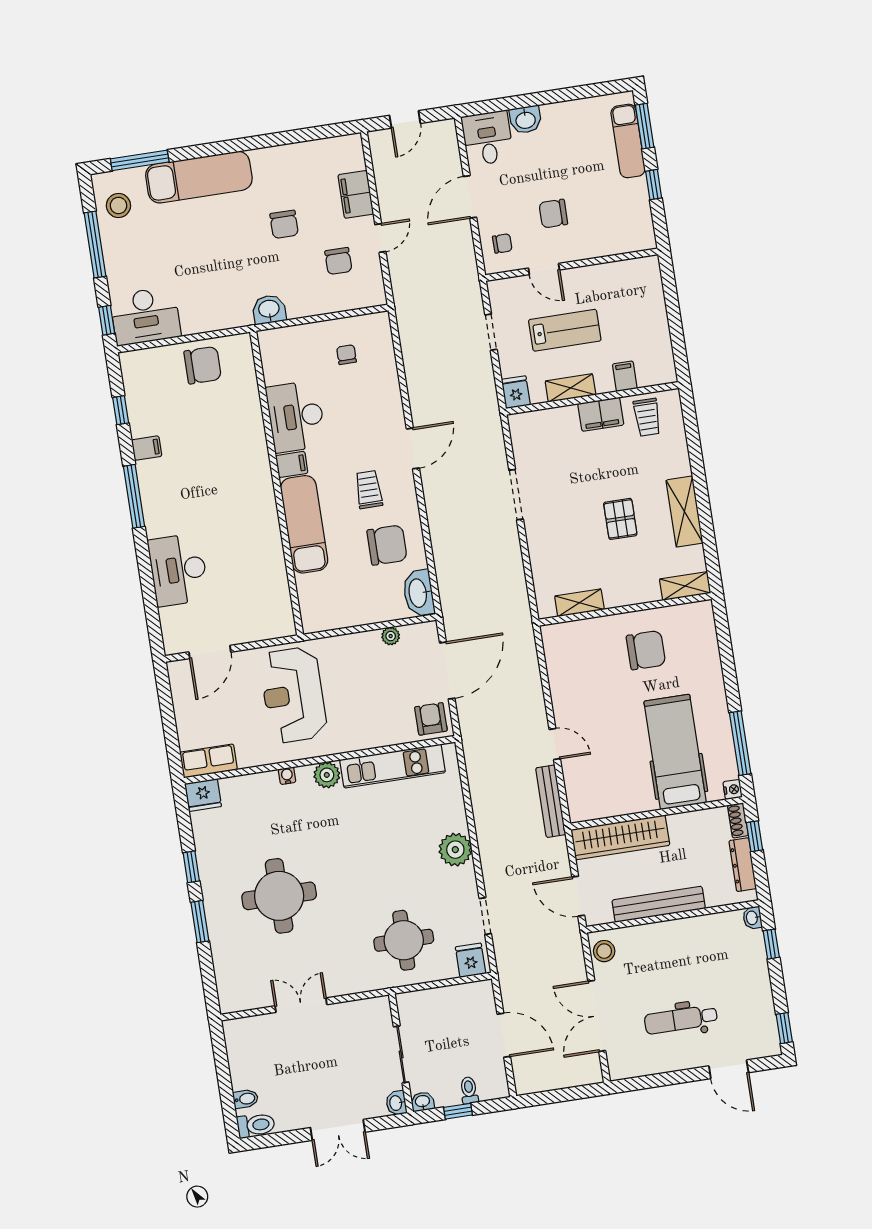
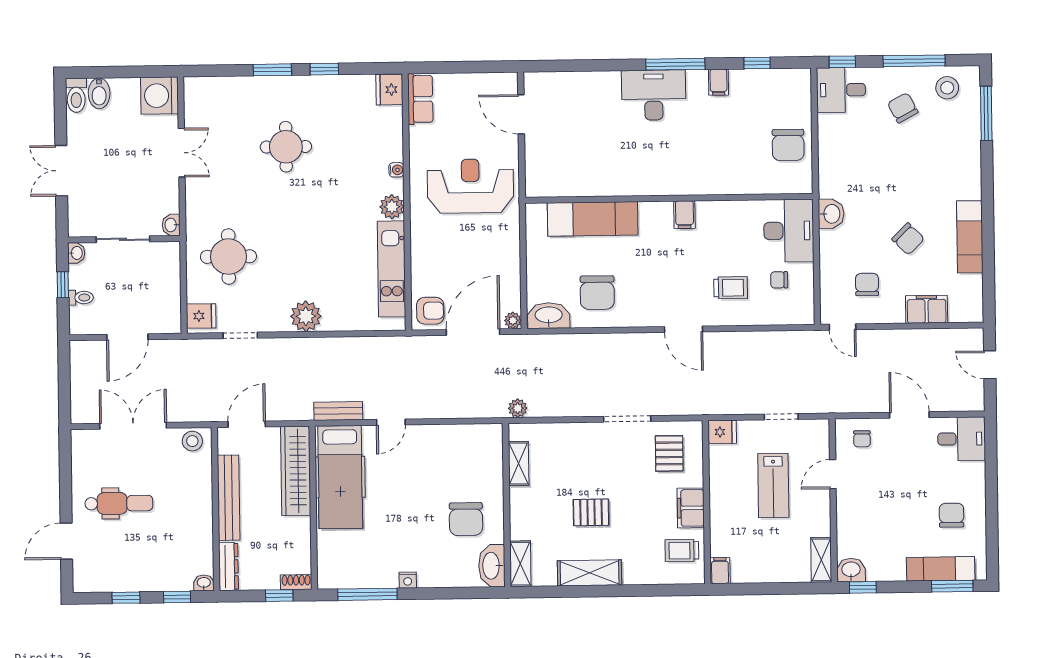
washbasin: (525, 120) -> (851, 570), moved, turned 90
exam couch: (199, 177) -> (970, 237), moved, width x0.73, depth x0.69
window: (654, 185) -> (863, 587), moved
chair: (553, 214) -> (952, 515), moved
chair: (284, 224) -> (908, 239), turned -135
door: (380, 238) -> (843, 327), moved
chair: (146, 250) -> (903, 108), added
chair: (338, 261) -> (867, 284), turned 90
desk: (145, 316) -> (841, 90), width x0.73
chair: (346, 355) -> (779, 280), turned 180
filing cabinet: (625, 376) -> (720, 571), moved, turned -90
shelving: (570, 388) -> (821, 560), moved
desk: (296, 417) -> (789, 231), moved, turned 90
pallet: (546, 445) -> (669, 453), added
trolley: (369, 490) -> (731, 288), moved
exam couch: (304, 524) -> (593, 219), moved
desk: (178, 570) -> (654, 95), moved
plant: (521, 612) -> (518, 408), added
washbasin: (691, 616) -> (492, 566), added
plant: (391, 636) -> (513, 320), moved
door: (447, 671) -> (473, 332), swing flipped
hospital bed: (675, 752) -> (340, 477), moved, turned 90
nightstand: (733, 789) -> (408, 580), moved
bench: (551, 801) -> (338, 411), width x0.73
dresser: (743, 865) -> (228, 566), moved, turned 90
round table: (279, 896) -> (286, 147), width x0.73, depth x0.73
dental chair: (681, 1019) -> (119, 503), turned 90
window: (784, 1028) -> (126, 598), moved
washing machine: (244, 1037) -> (160, 96), added
bidet: (246, 1099) -> (99, 93), width x1.38, depth x1.36
washbasin: (396, 1103) -> (171, 225), moved, turned -90

